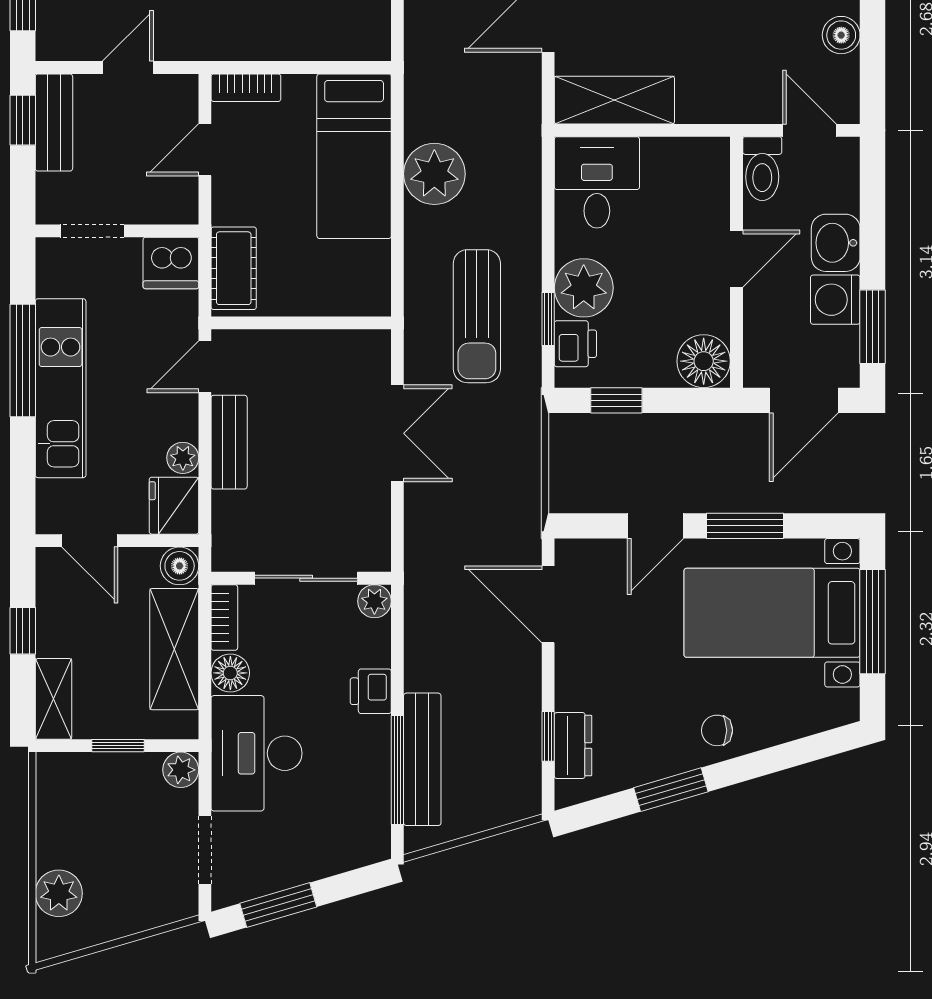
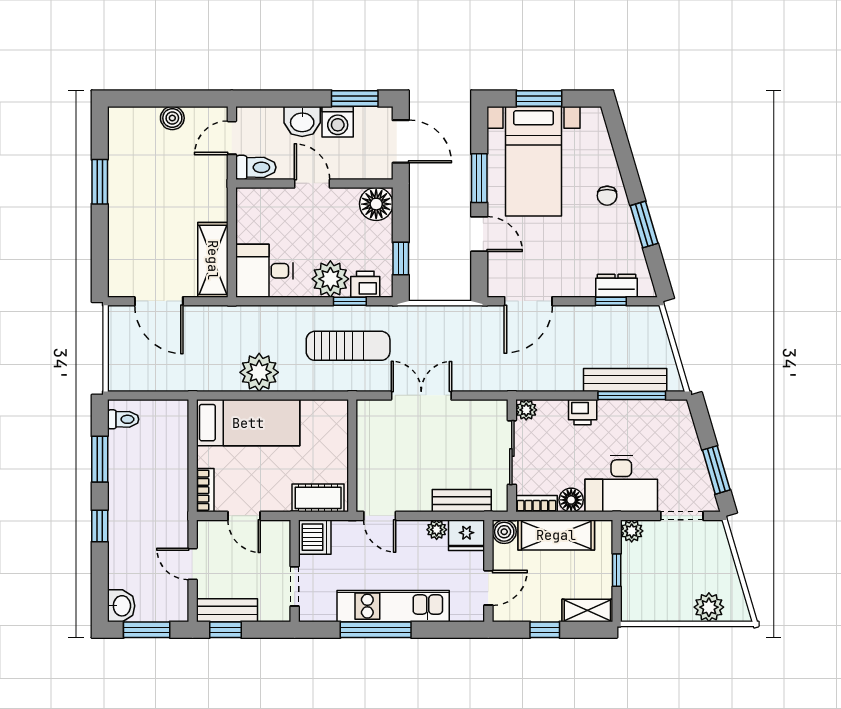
bench: (229, 442) -> (462, 501), moved
window: (873, 622) -> (539, 98), width x0.69

